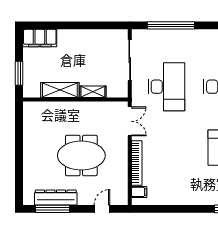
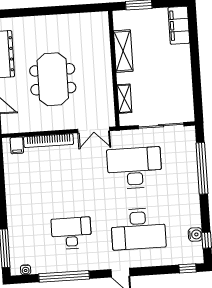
desk: (167, 87) -> (134, 168), turned 180
shelving: (93, 92) -> (124, 99), moved

